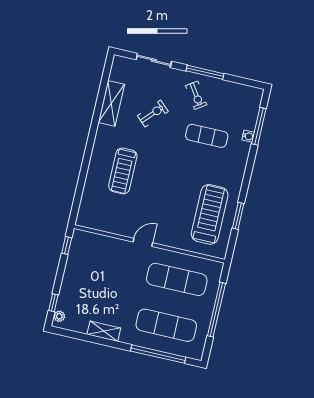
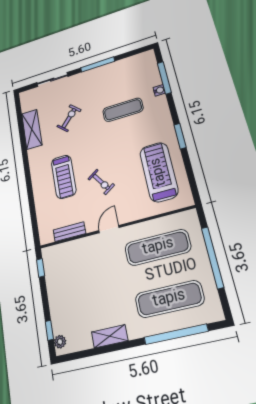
exercise bike: (196, 95) -> (101, 182), moved
window: (238, 216) -> (180, 136), moved
bench: (106, 226) -> (69, 232), added

